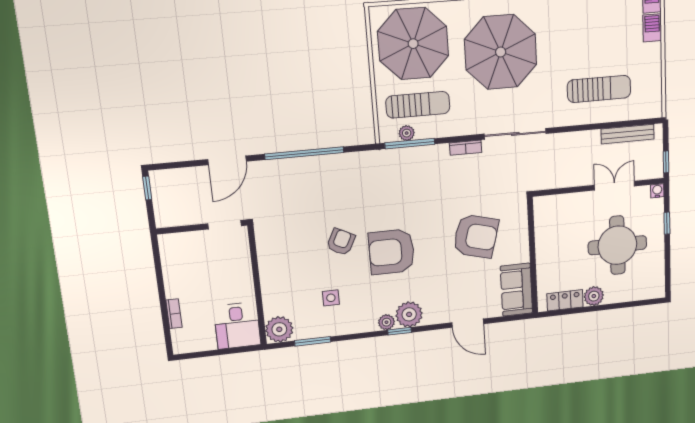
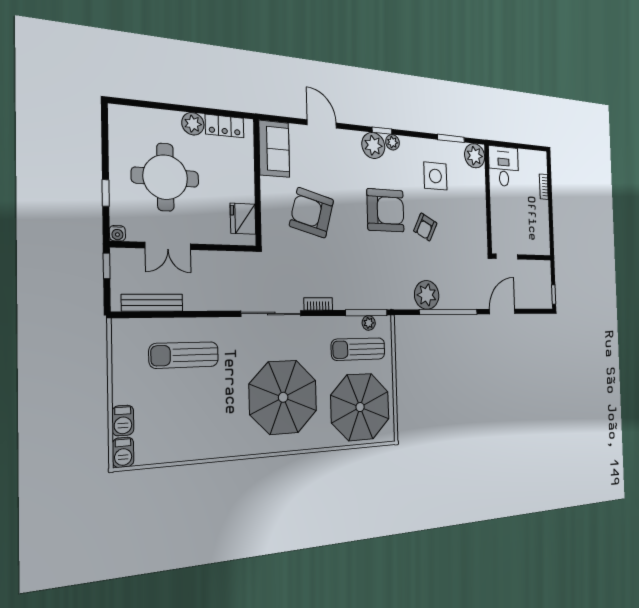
plant: (335, 169) -> (427, 295), added
fridge: (546, 220) -> (243, 219), added
side table: (331, 298) -> (435, 176), width x1.87, depth x1.87

